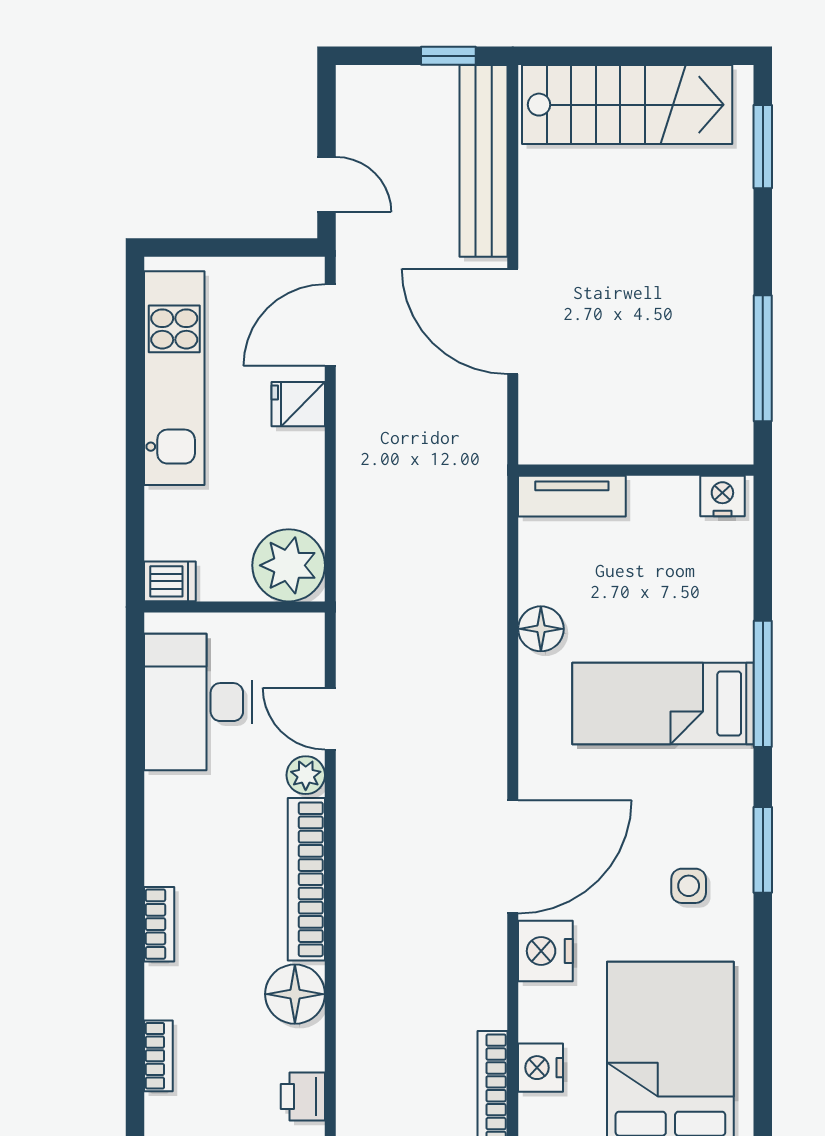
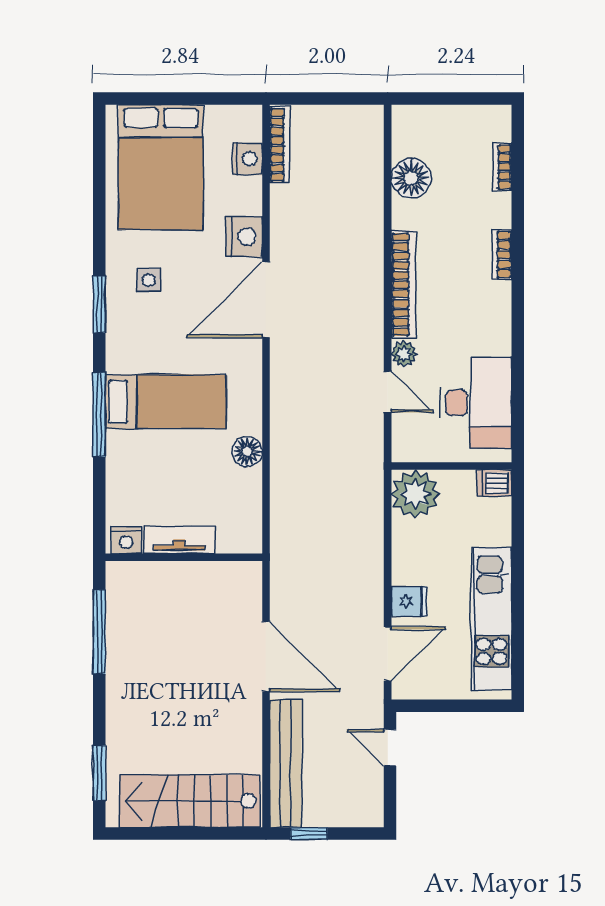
tv unit: (572, 496) -> (179, 540), moved
floor lamp: (295, 994) -> (411, 178), moved
printer: (303, 1096) -> (406, 140), removed

